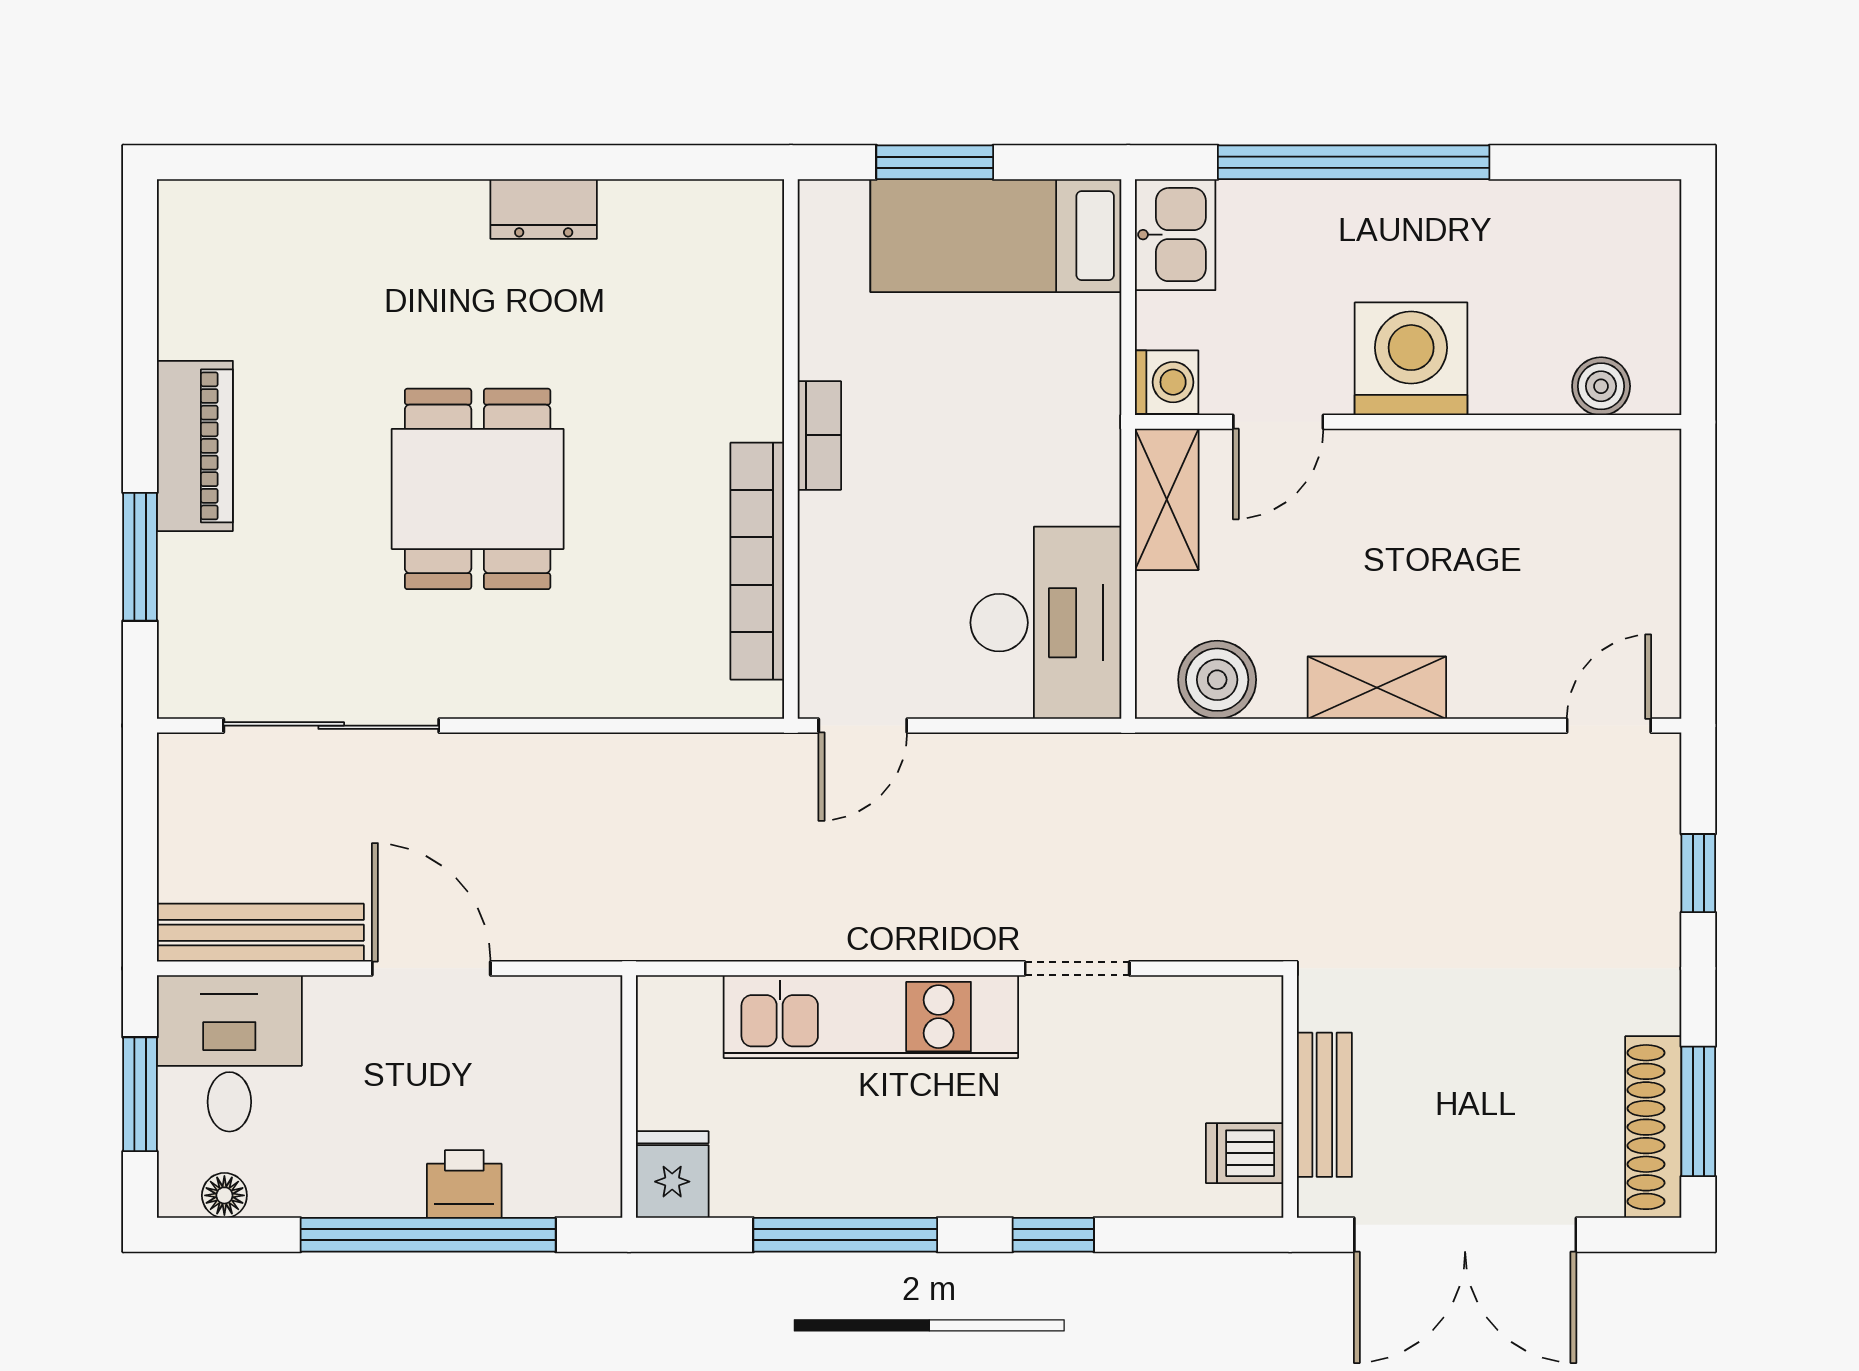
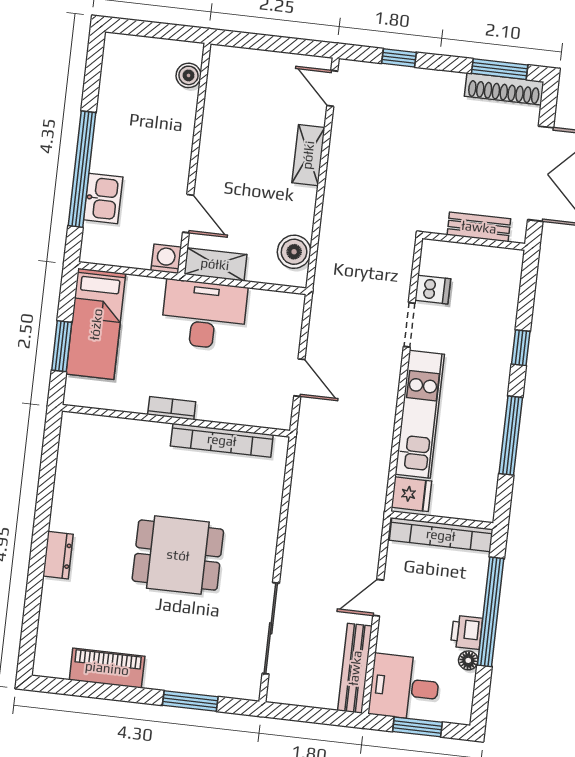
dresser: (544, 209) -> (58, 555), moved
kitchen sink: (1175, 235) -> (103, 198), moved, turned 90
washing machine: (1411, 359) -> (168, 154), removed
piano: (195, 446) -> (107, 668), moved
desk: (1046, 623) -> (204, 315), moved
shelving: (1377, 688) -> (308, 155), moved
door: (863, 726) -> (299, 378), moved
door: (431, 968) -> (378, 598), width x0.73
bookcase: (595, 1098) -> (441, 535), added
dishwasher: (1245, 1153) -> (433, 290), moved, turned -90
fridge: (672, 1175) -> (411, 494), moved, turned 180
printer: (464, 1184) -> (467, 632), moved
floor lamp: (224, 1195) -> (468, 660), moved

